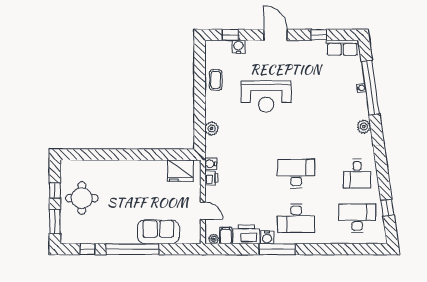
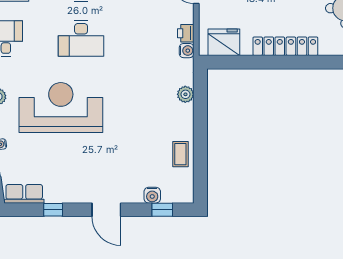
reception desk: (266, 96) -> (61, 107), moved, width x1.36, depth x1.30
locker: (131, 167) -> (285, 46), added

